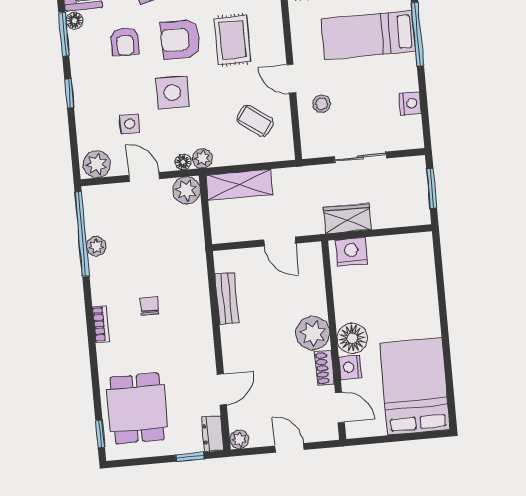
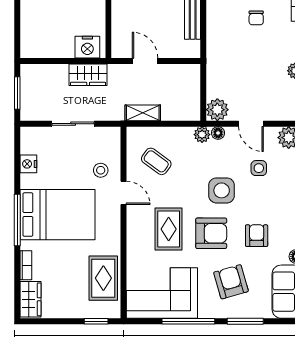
bed: (368, 35) -> (57, 215), width x1.50
shelving: (239, 185) -> (143, 113), moved, width x0.67, depth x0.75

